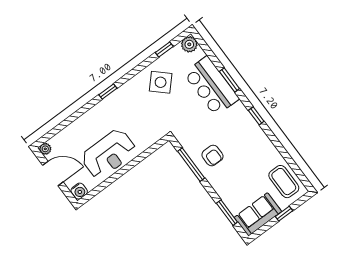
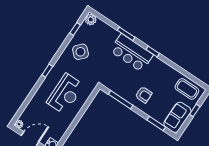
bar counter: (211, 86) -> (132, 53), moved
reception desk: (109, 154) -> (65, 94), moved
armchair: (212, 156) -> (144, 95), moved

